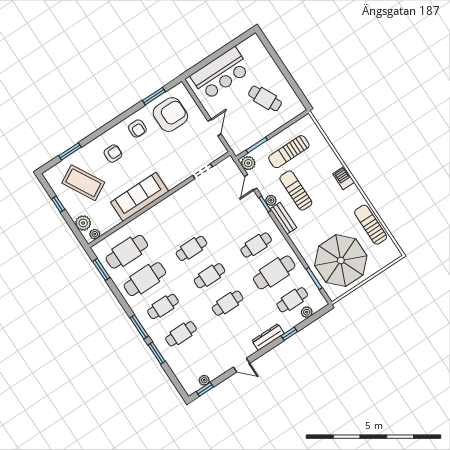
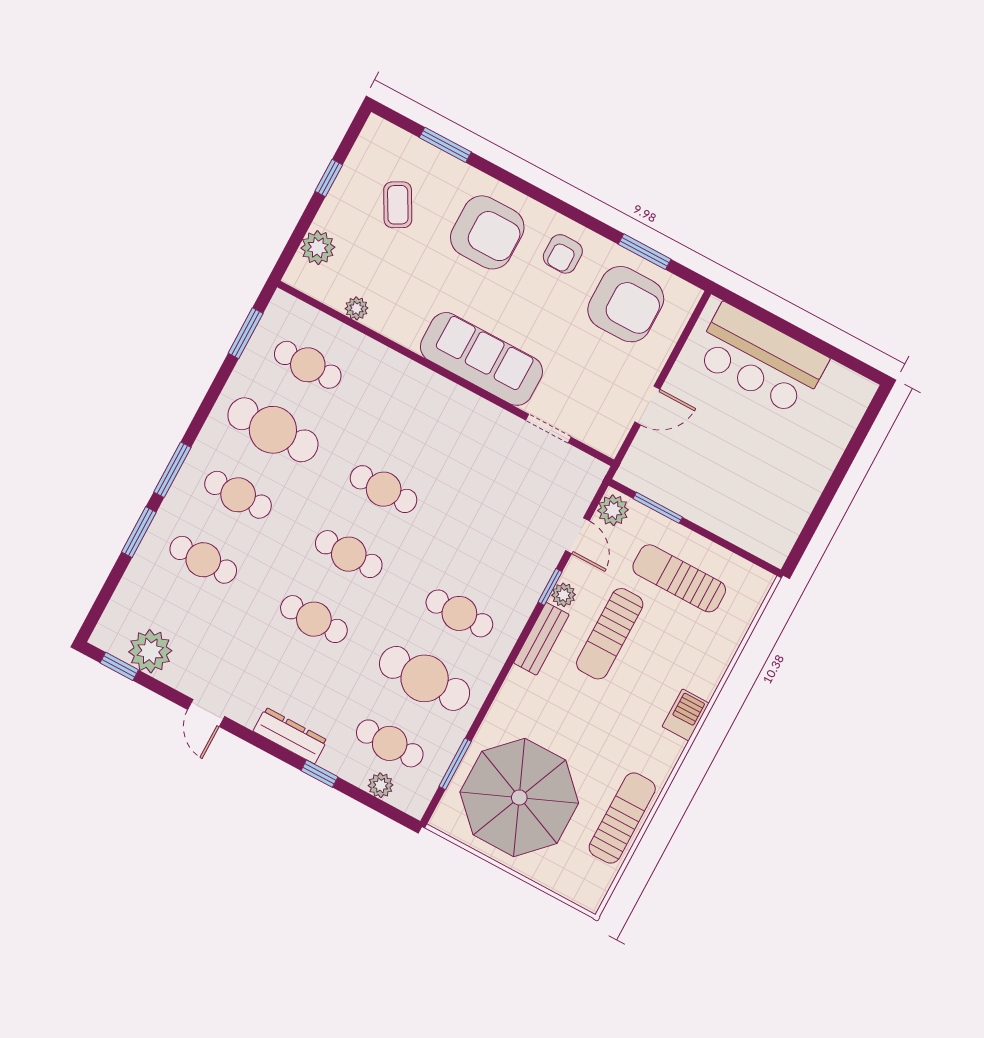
cafe table: (265, 98) -> (759, 474), removed
armchair: (113, 154) -> (487, 232), width x1.88, depth x1.88
door: (251, 182) -> (577, 536), swing flipped
coffee table: (83, 183) -> (398, 205), width x0.54, depth x0.58
sun lounger: (296, 191) -> (610, 634), turned 180
sofa: (140, 197) -> (481, 359), moved
plant: (95, 234) -> (357, 308), moved
cafe table: (127, 252) -> (308, 365), width x0.73, depth x0.74
plant: (204, 380) -> (150, 651), width x1.88, depth x1.88

